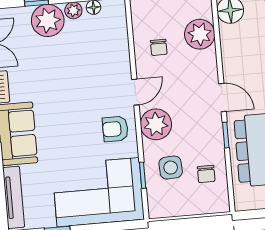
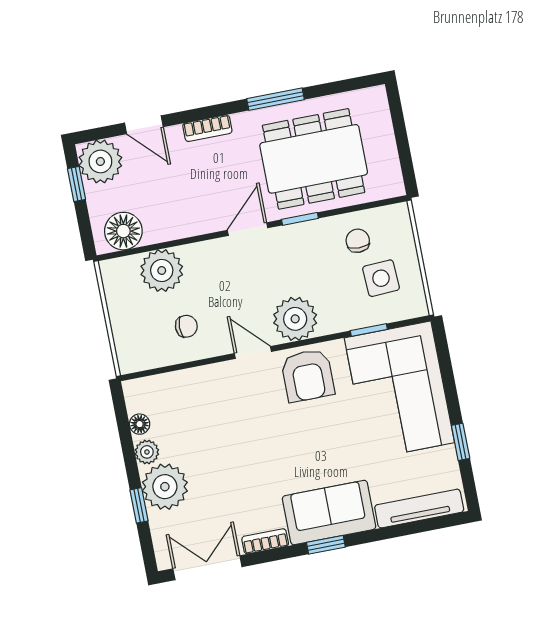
armchair: (115, 129) -> (308, 375), width x1.38, depth x1.38
side table: (171, 168) -> (381, 278), moved
chair: (206, 174) -> (358, 241), turned -90

